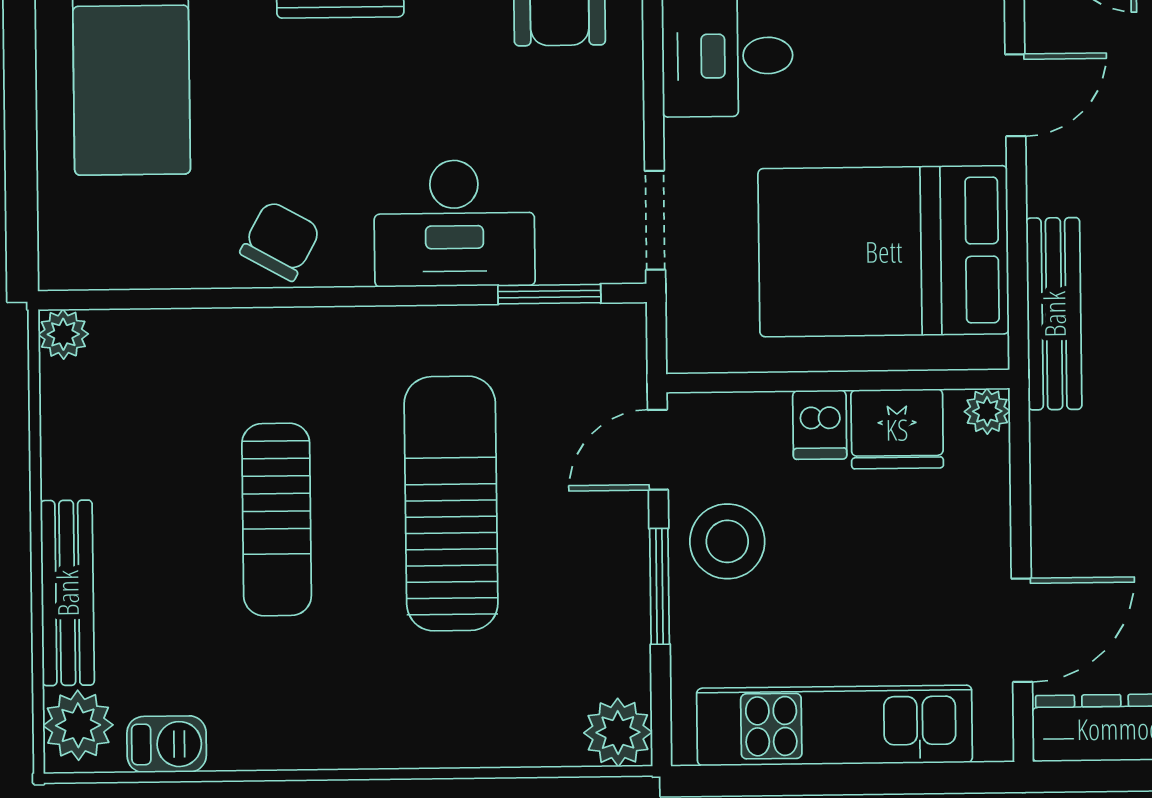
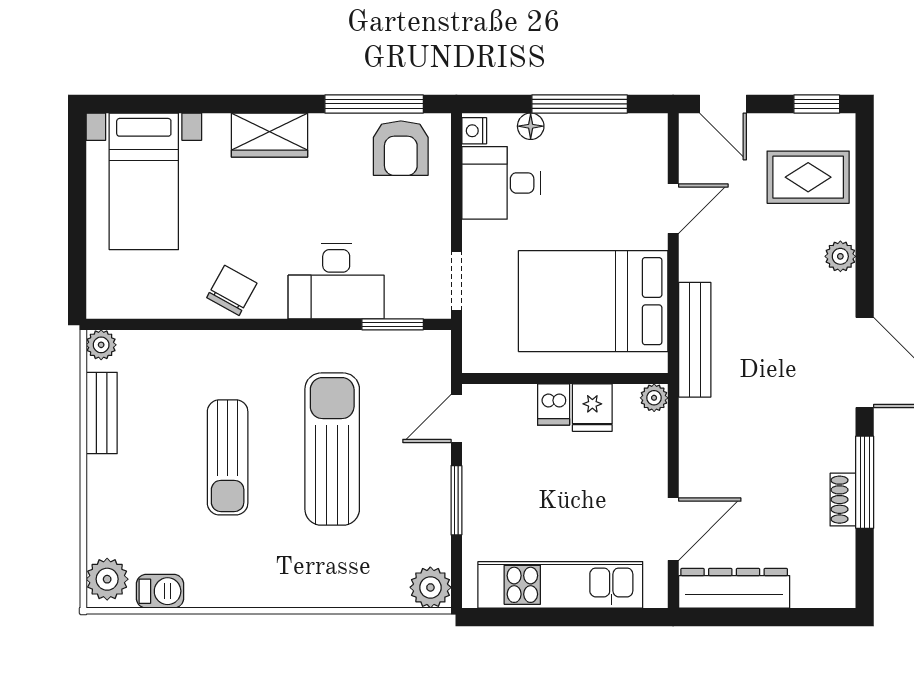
fridge: (897, 429) -> (592, 408), width x0.72
stool: (727, 541) -> (497, 474), removed
bench: (67, 593) -> (102, 413), moved, width x0.73

